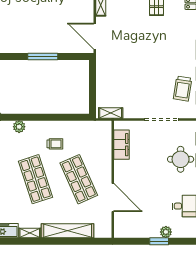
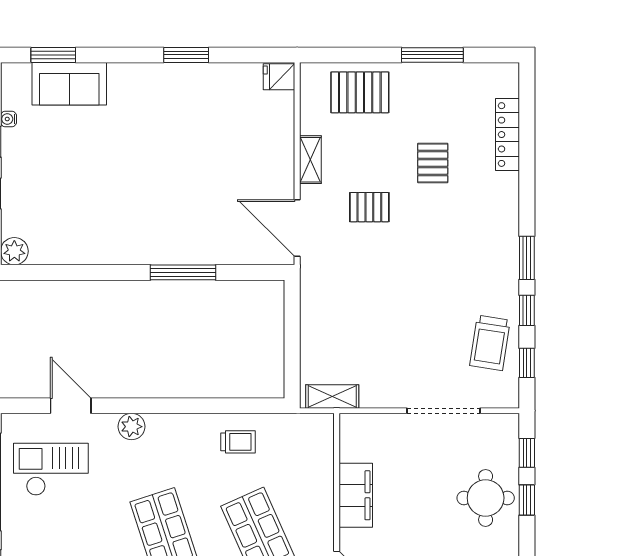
pallet: (128, 27) -> (369, 207), added
trolley: (55, 144) -> (238, 442), moved
filing cabinet: (121, 145) -> (356, 495), moved

